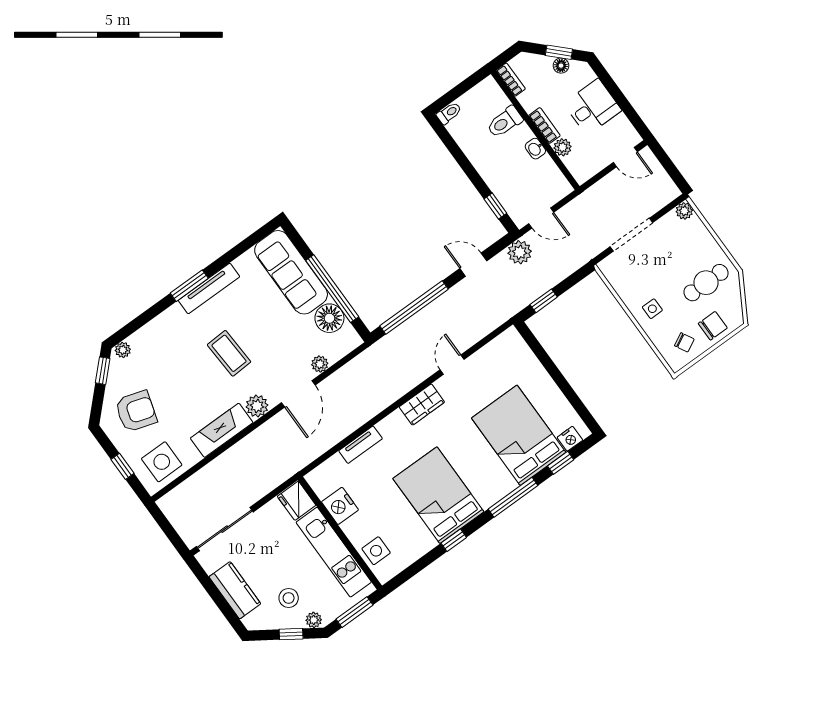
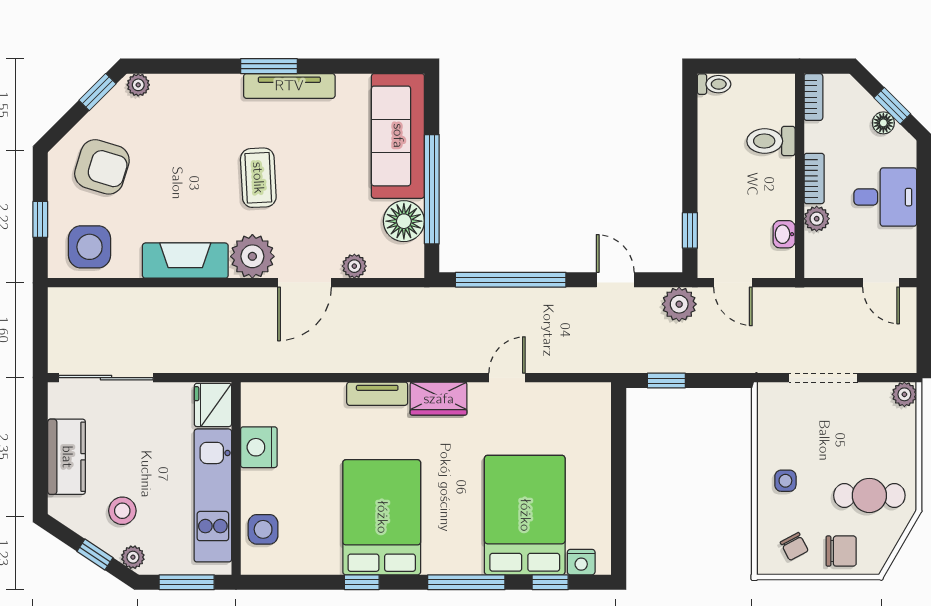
washbasin: (535, 149) -> (784, 234), moved
plant: (257, 406) -> (252, 256), width x1.36, depth x1.36
tv unit: (361, 445) -> (377, 394), moved

